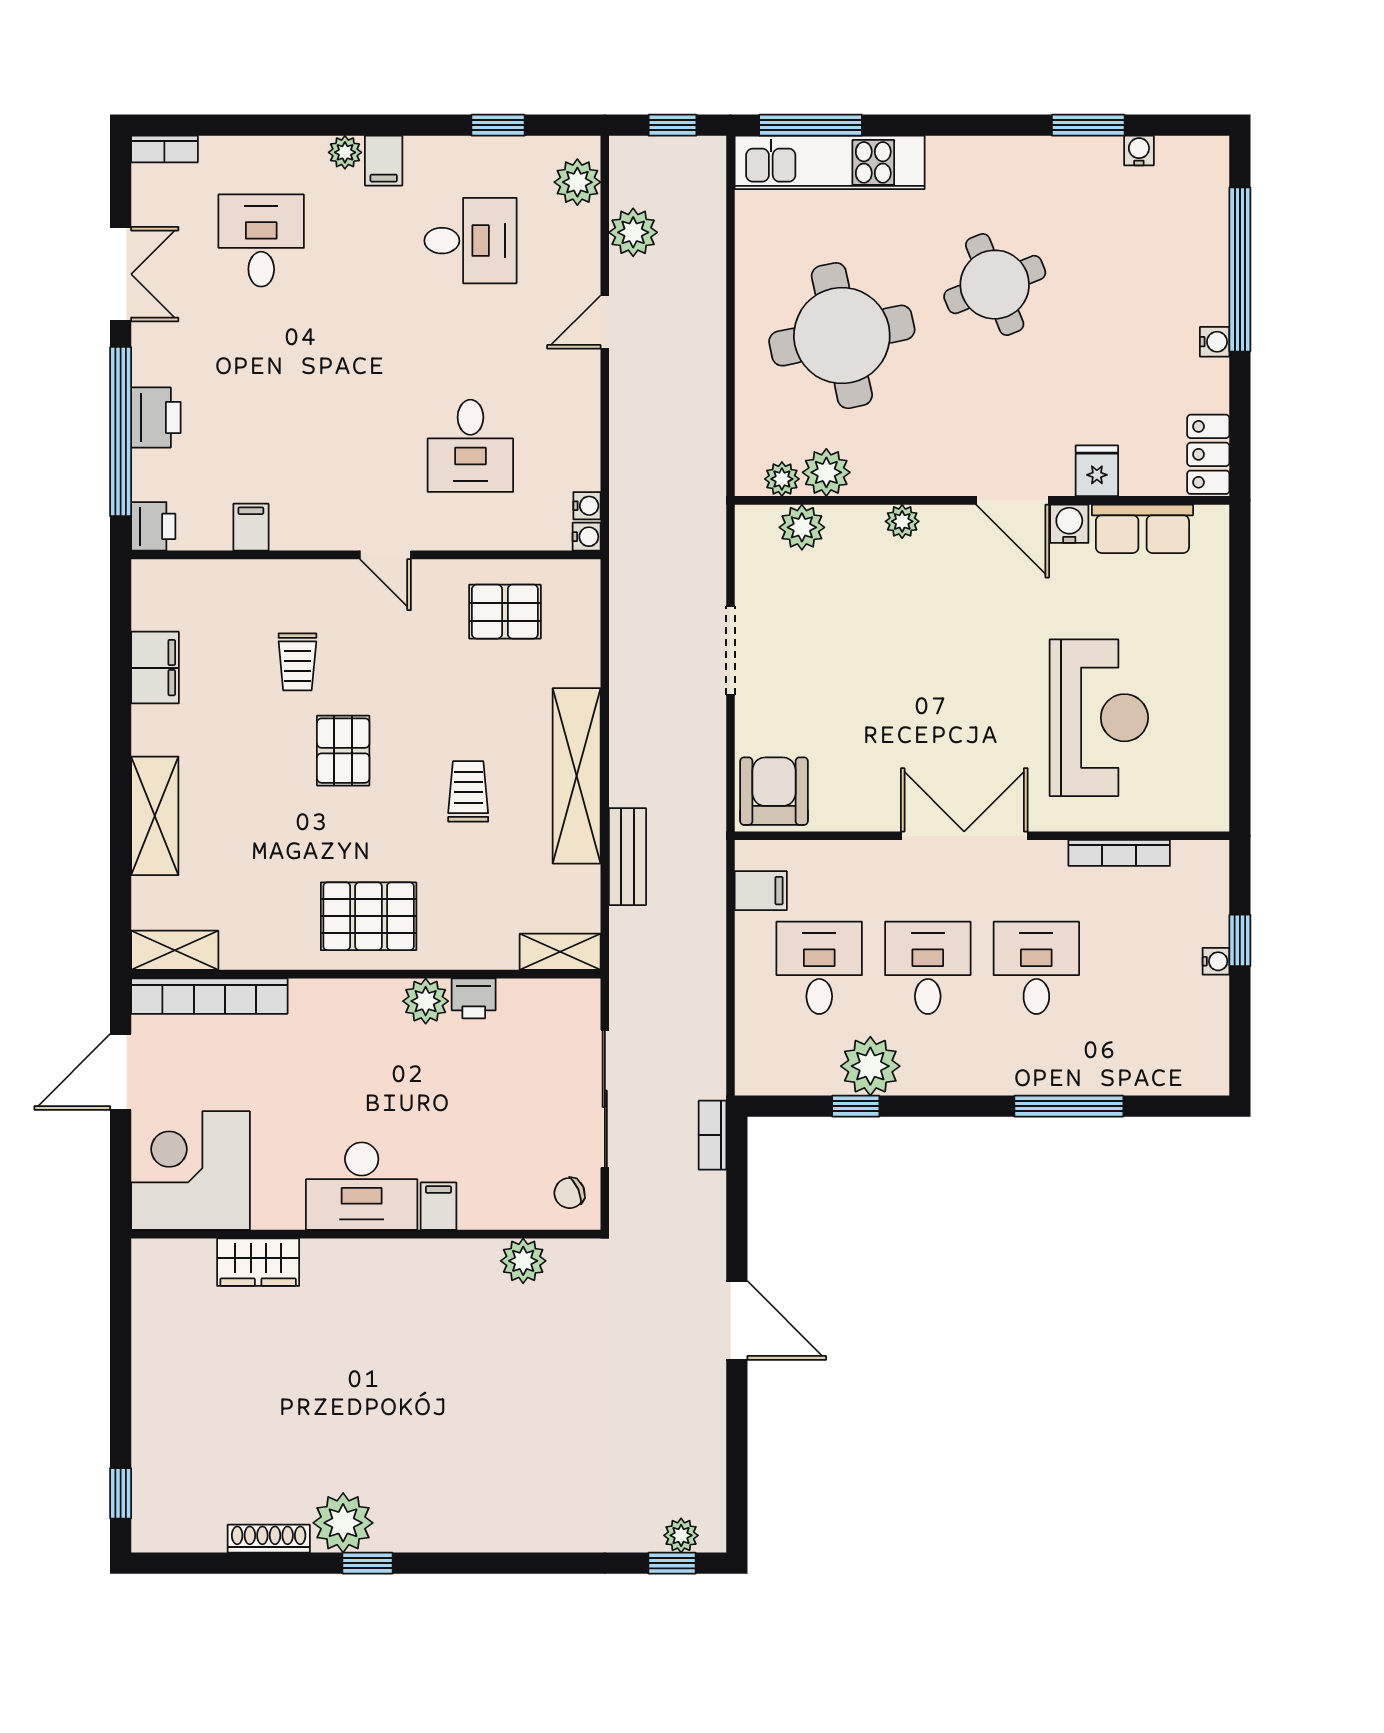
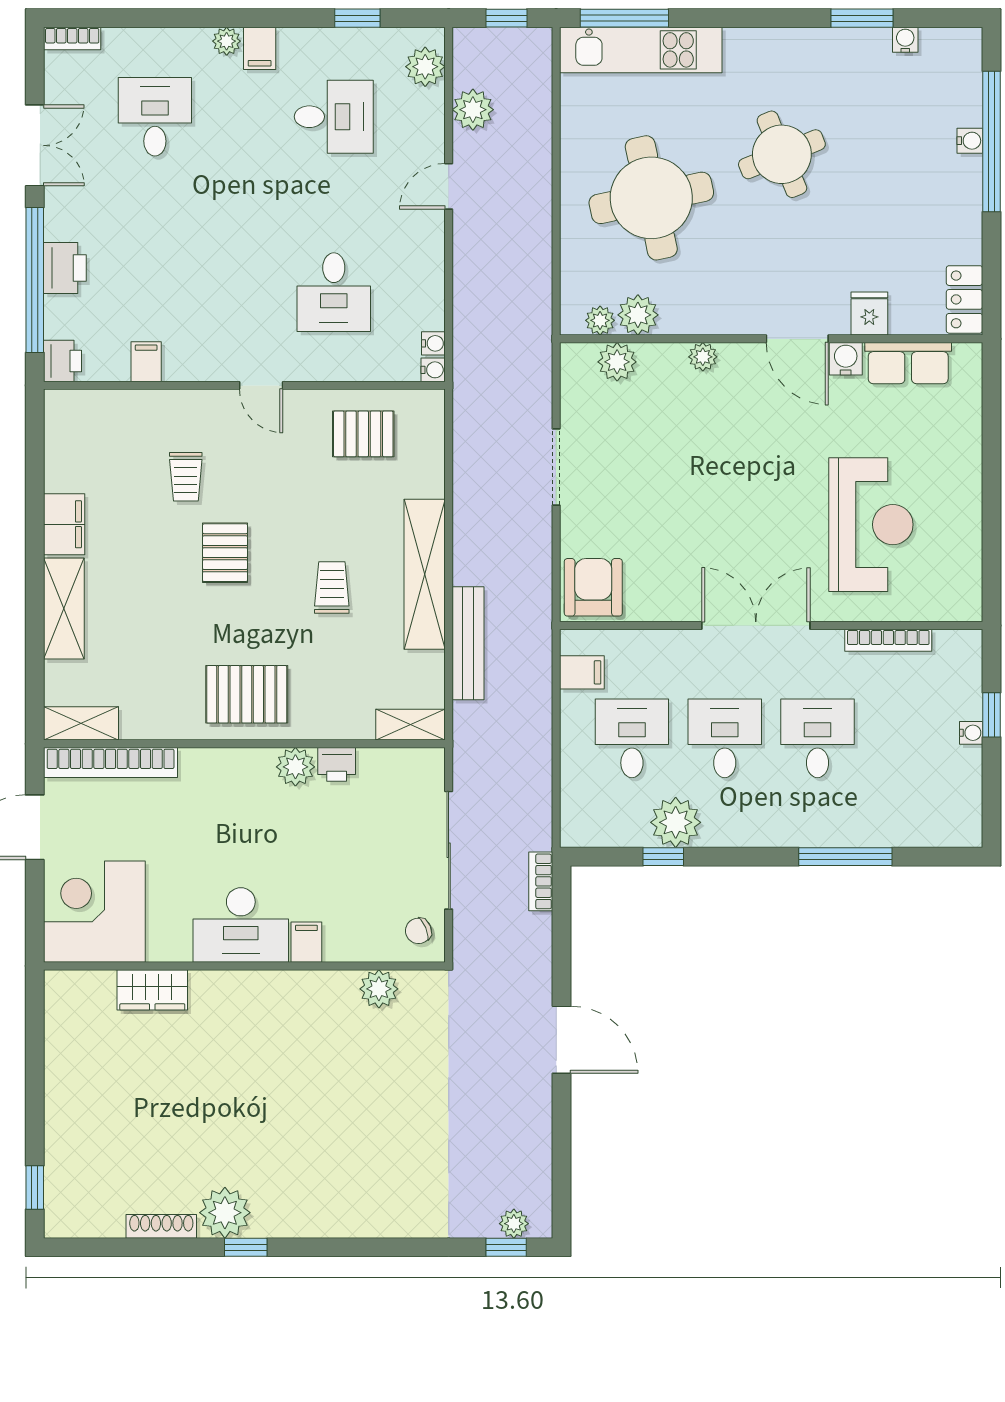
water cooler: (1215, 342) -> (970, 141), moved
filing cabinet: (155, 668) -> (64, 524), moved
bench: (627, 857) -> (468, 643), width x1.36

